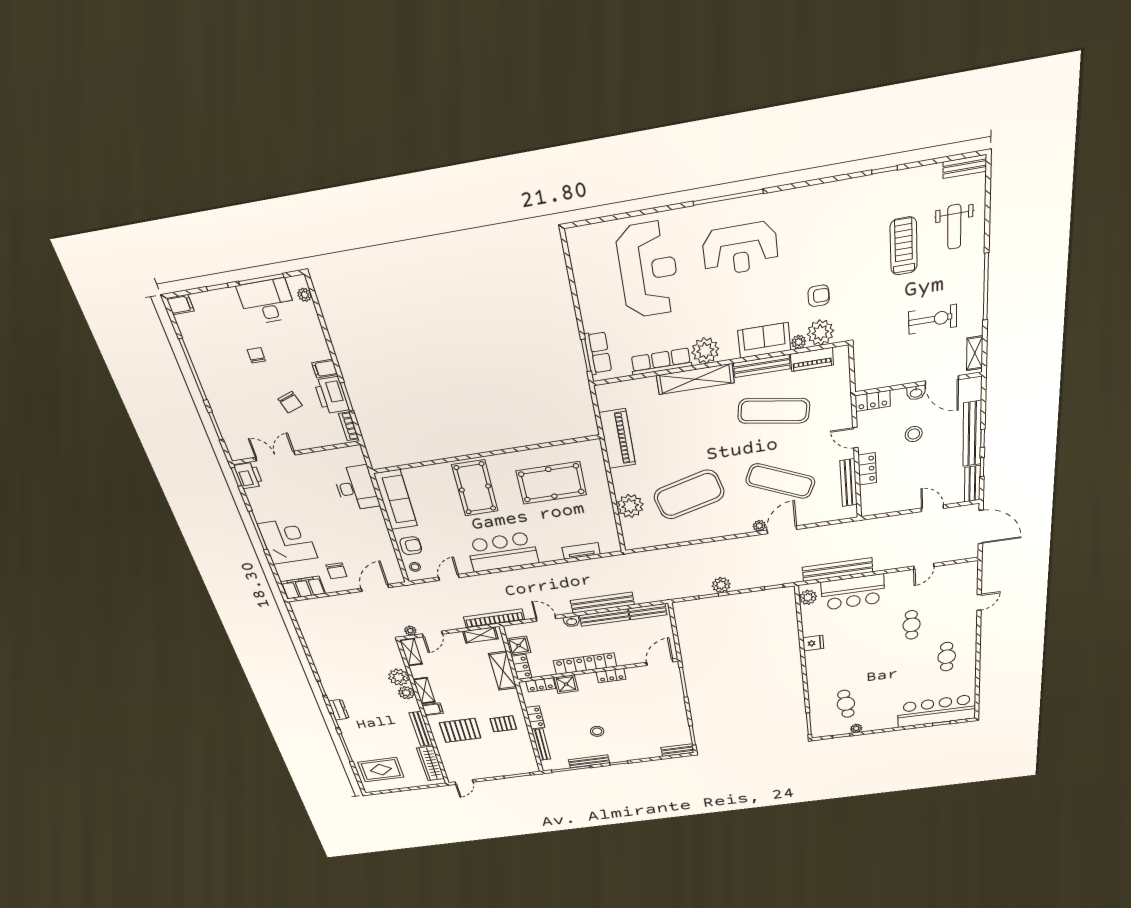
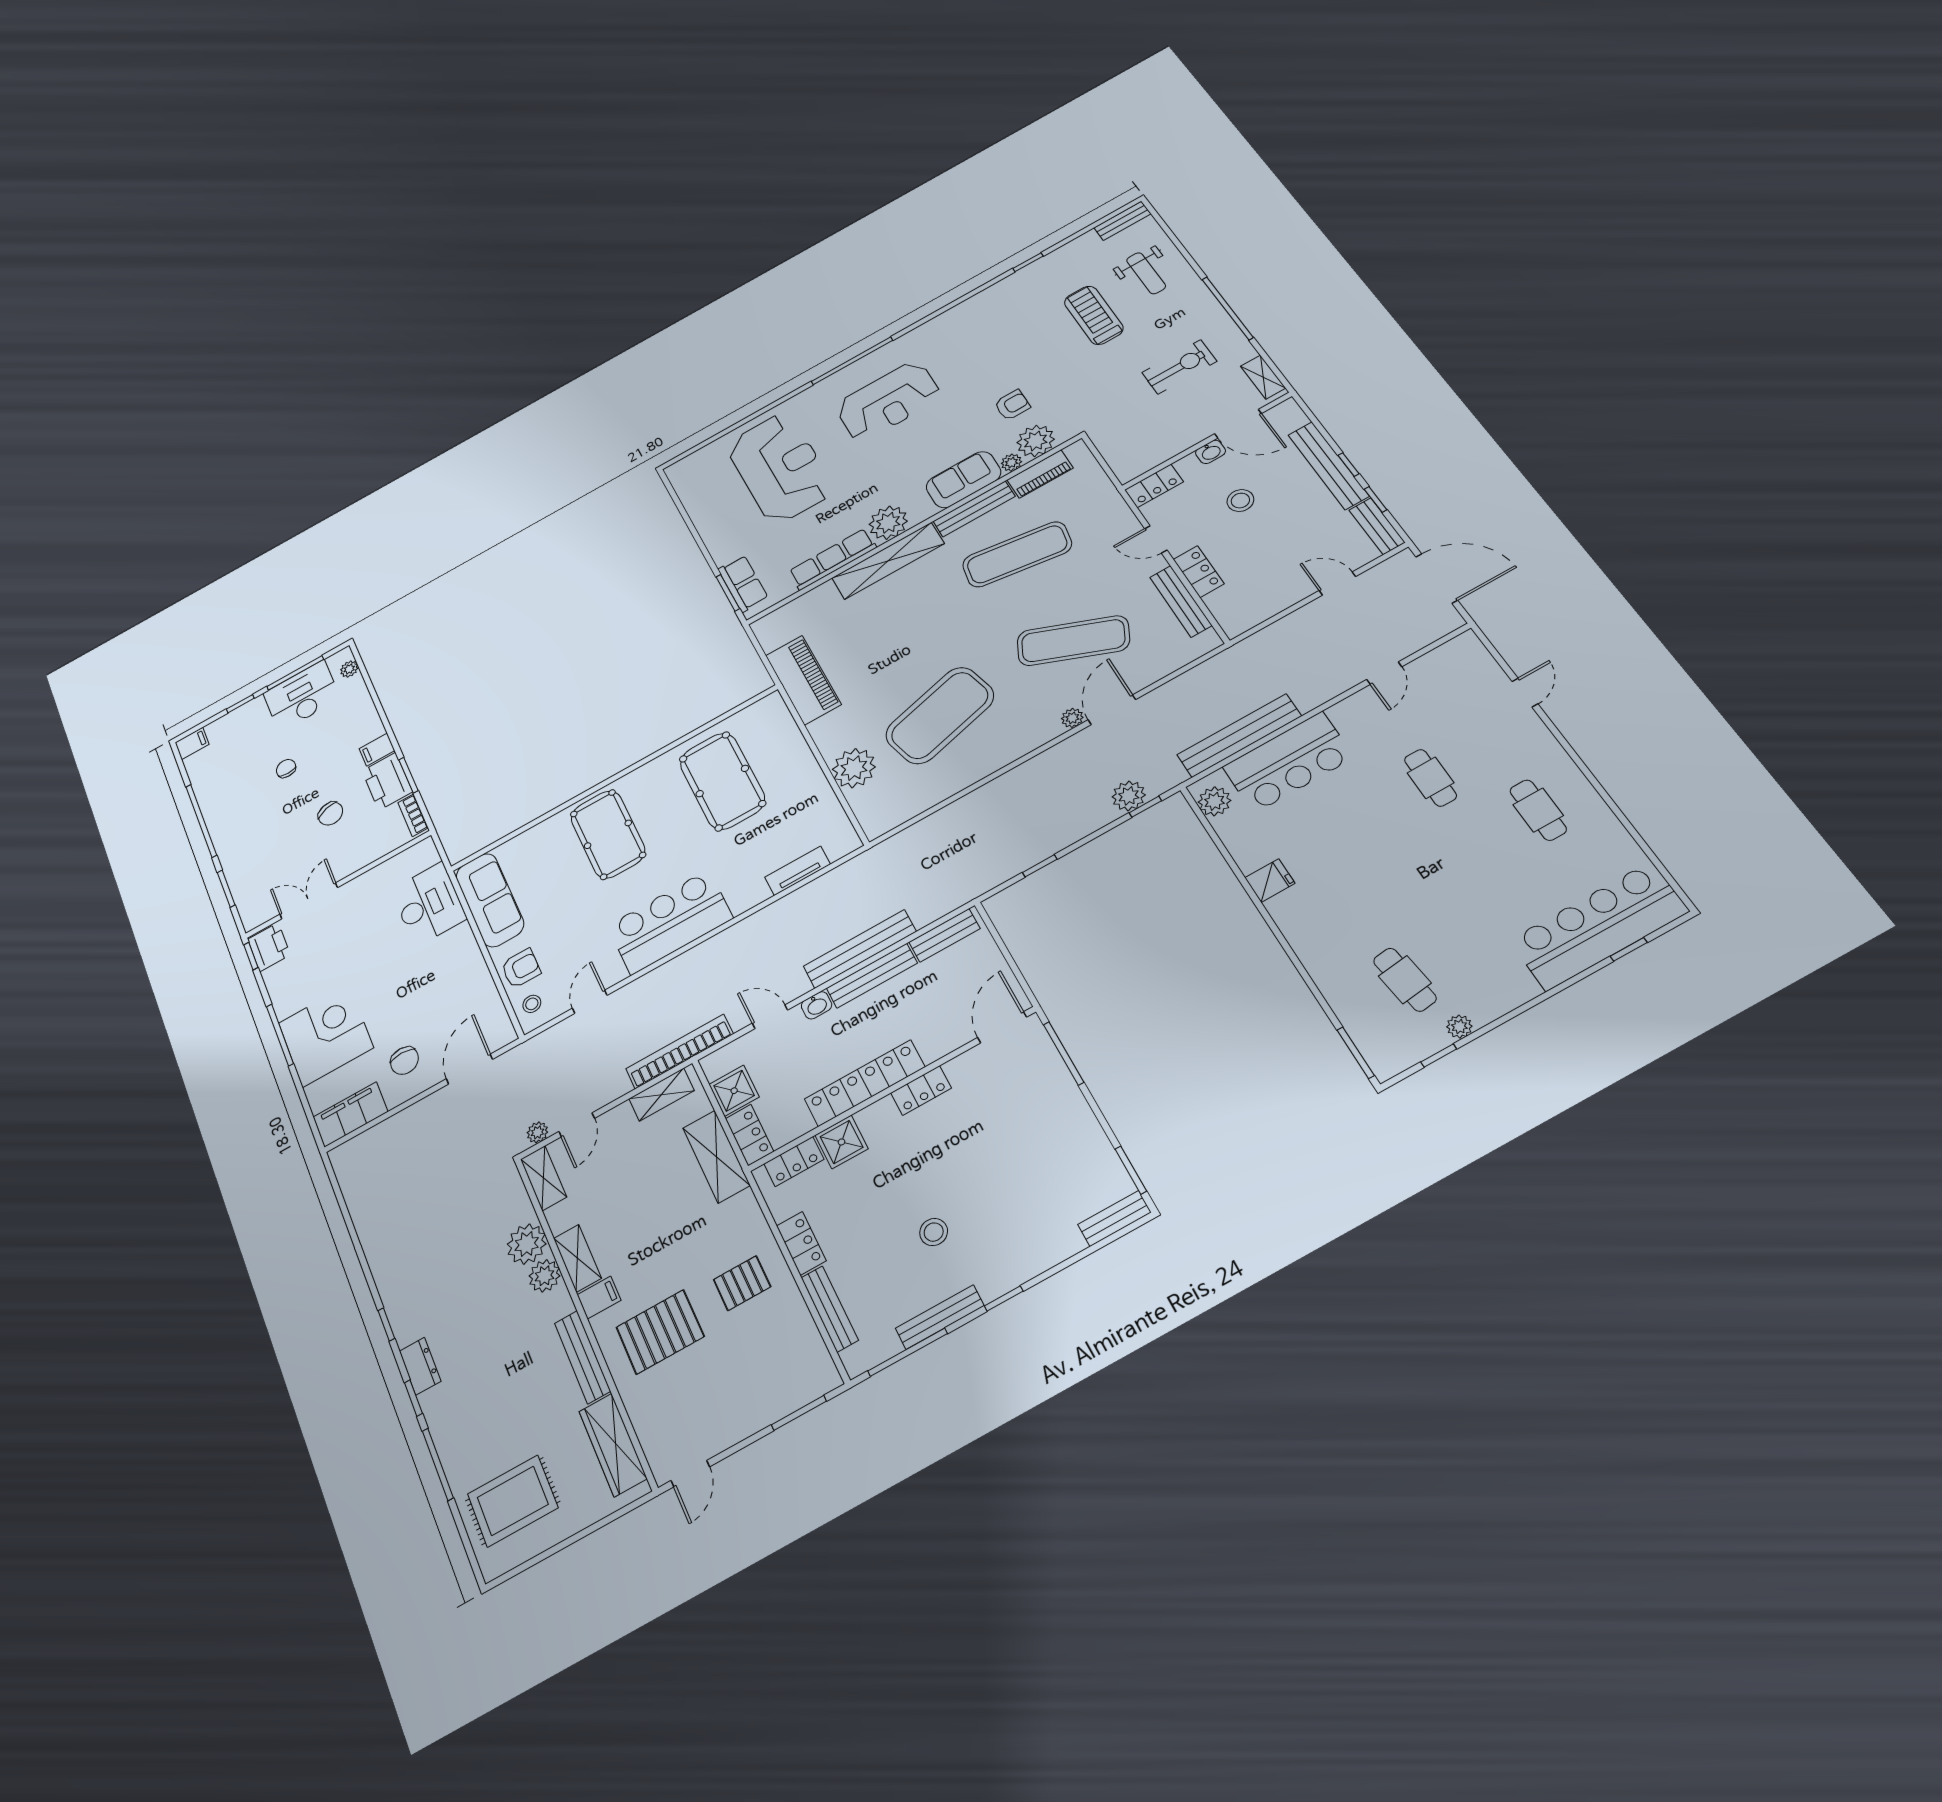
pool table: (551, 483) -> (722, 781), turned 90
plant: (721, 585) -> (1129, 796), moved

